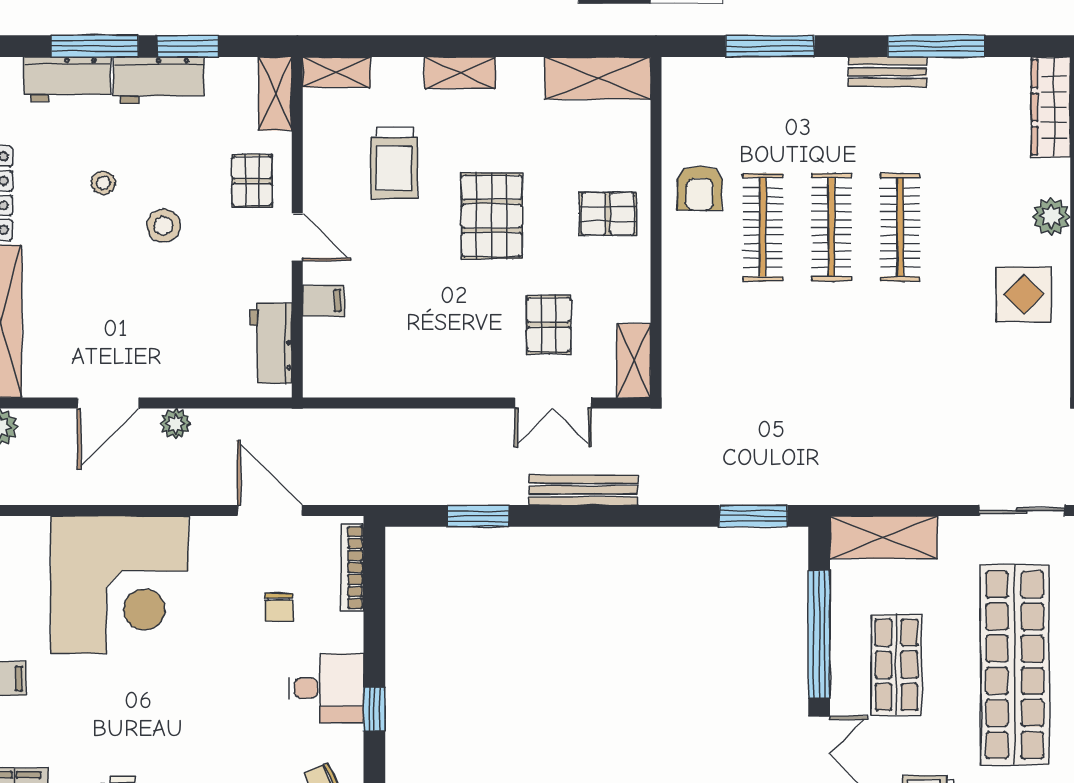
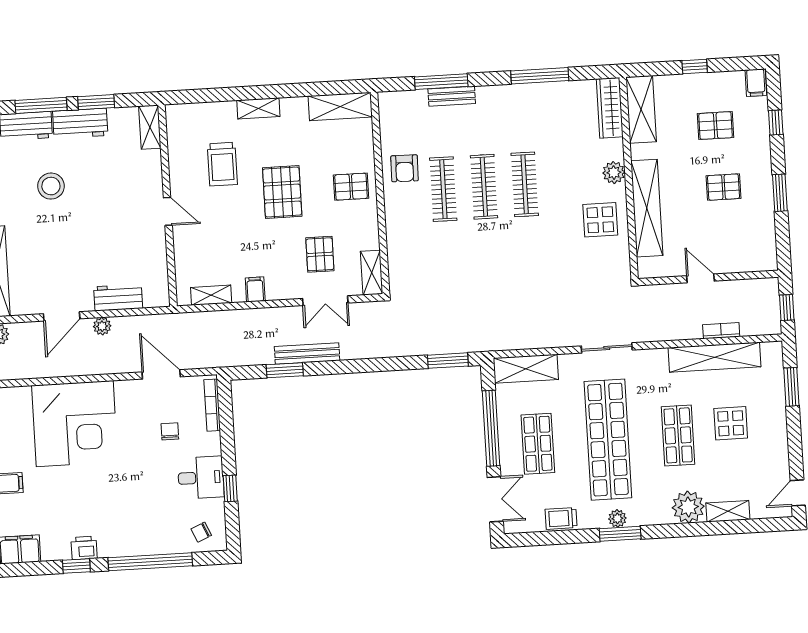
shelving: (337, 72) -> (211, 295), moved
bench: (887, 72) -> (452, 96), moved
pallet: (252, 181) -> (139, 180), removed
stool: (103, 183) -> (51, 186), width x1.89, depth x1.89
stool: (164, 226) -> (88, 209), removed
filing cabinet: (323, 301) -> (255, 289), moved, turned -90
workbench: (271, 343) -> (118, 297), moved, turned 90
bench: (583, 490) -> (307, 354), moved
chair: (279, 607) -> (170, 431), turned 180

